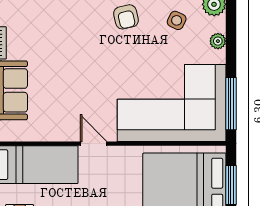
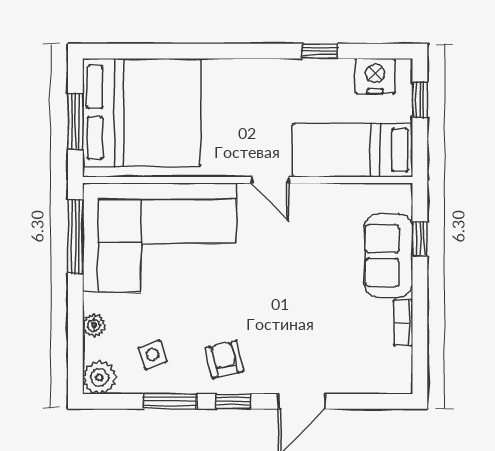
side table: (177, 20) -> (152, 355), turned 45

